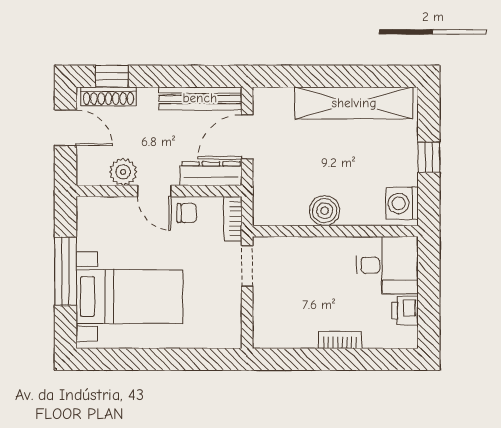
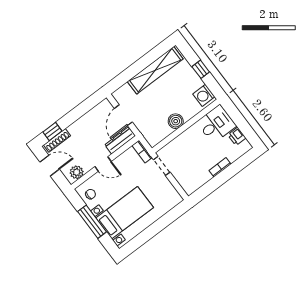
bench: (200, 98) -> (94, 114), removed
plant: (123, 172) -> (77, 172), moved
chair: (187, 213) -> (91, 194), moved

